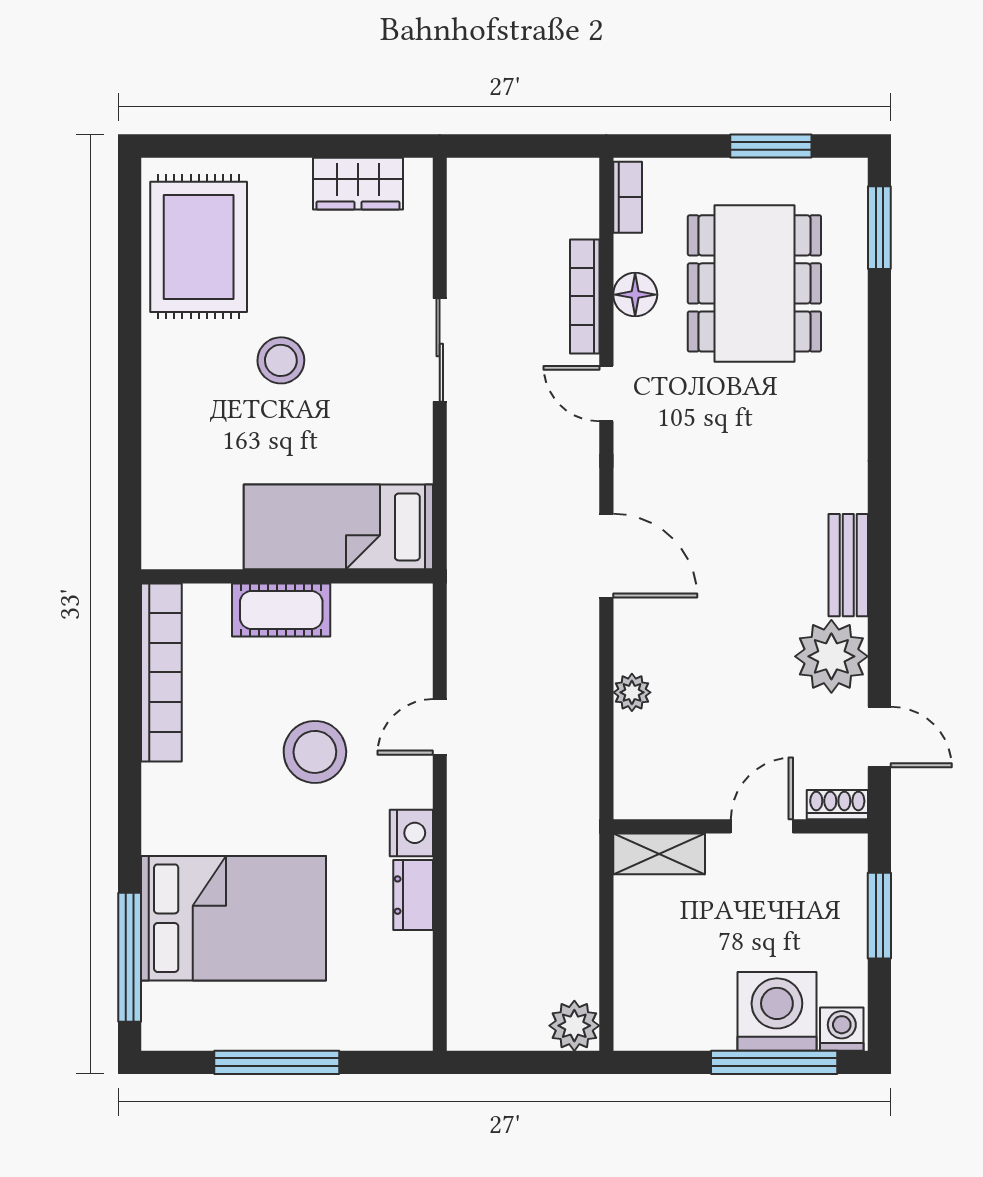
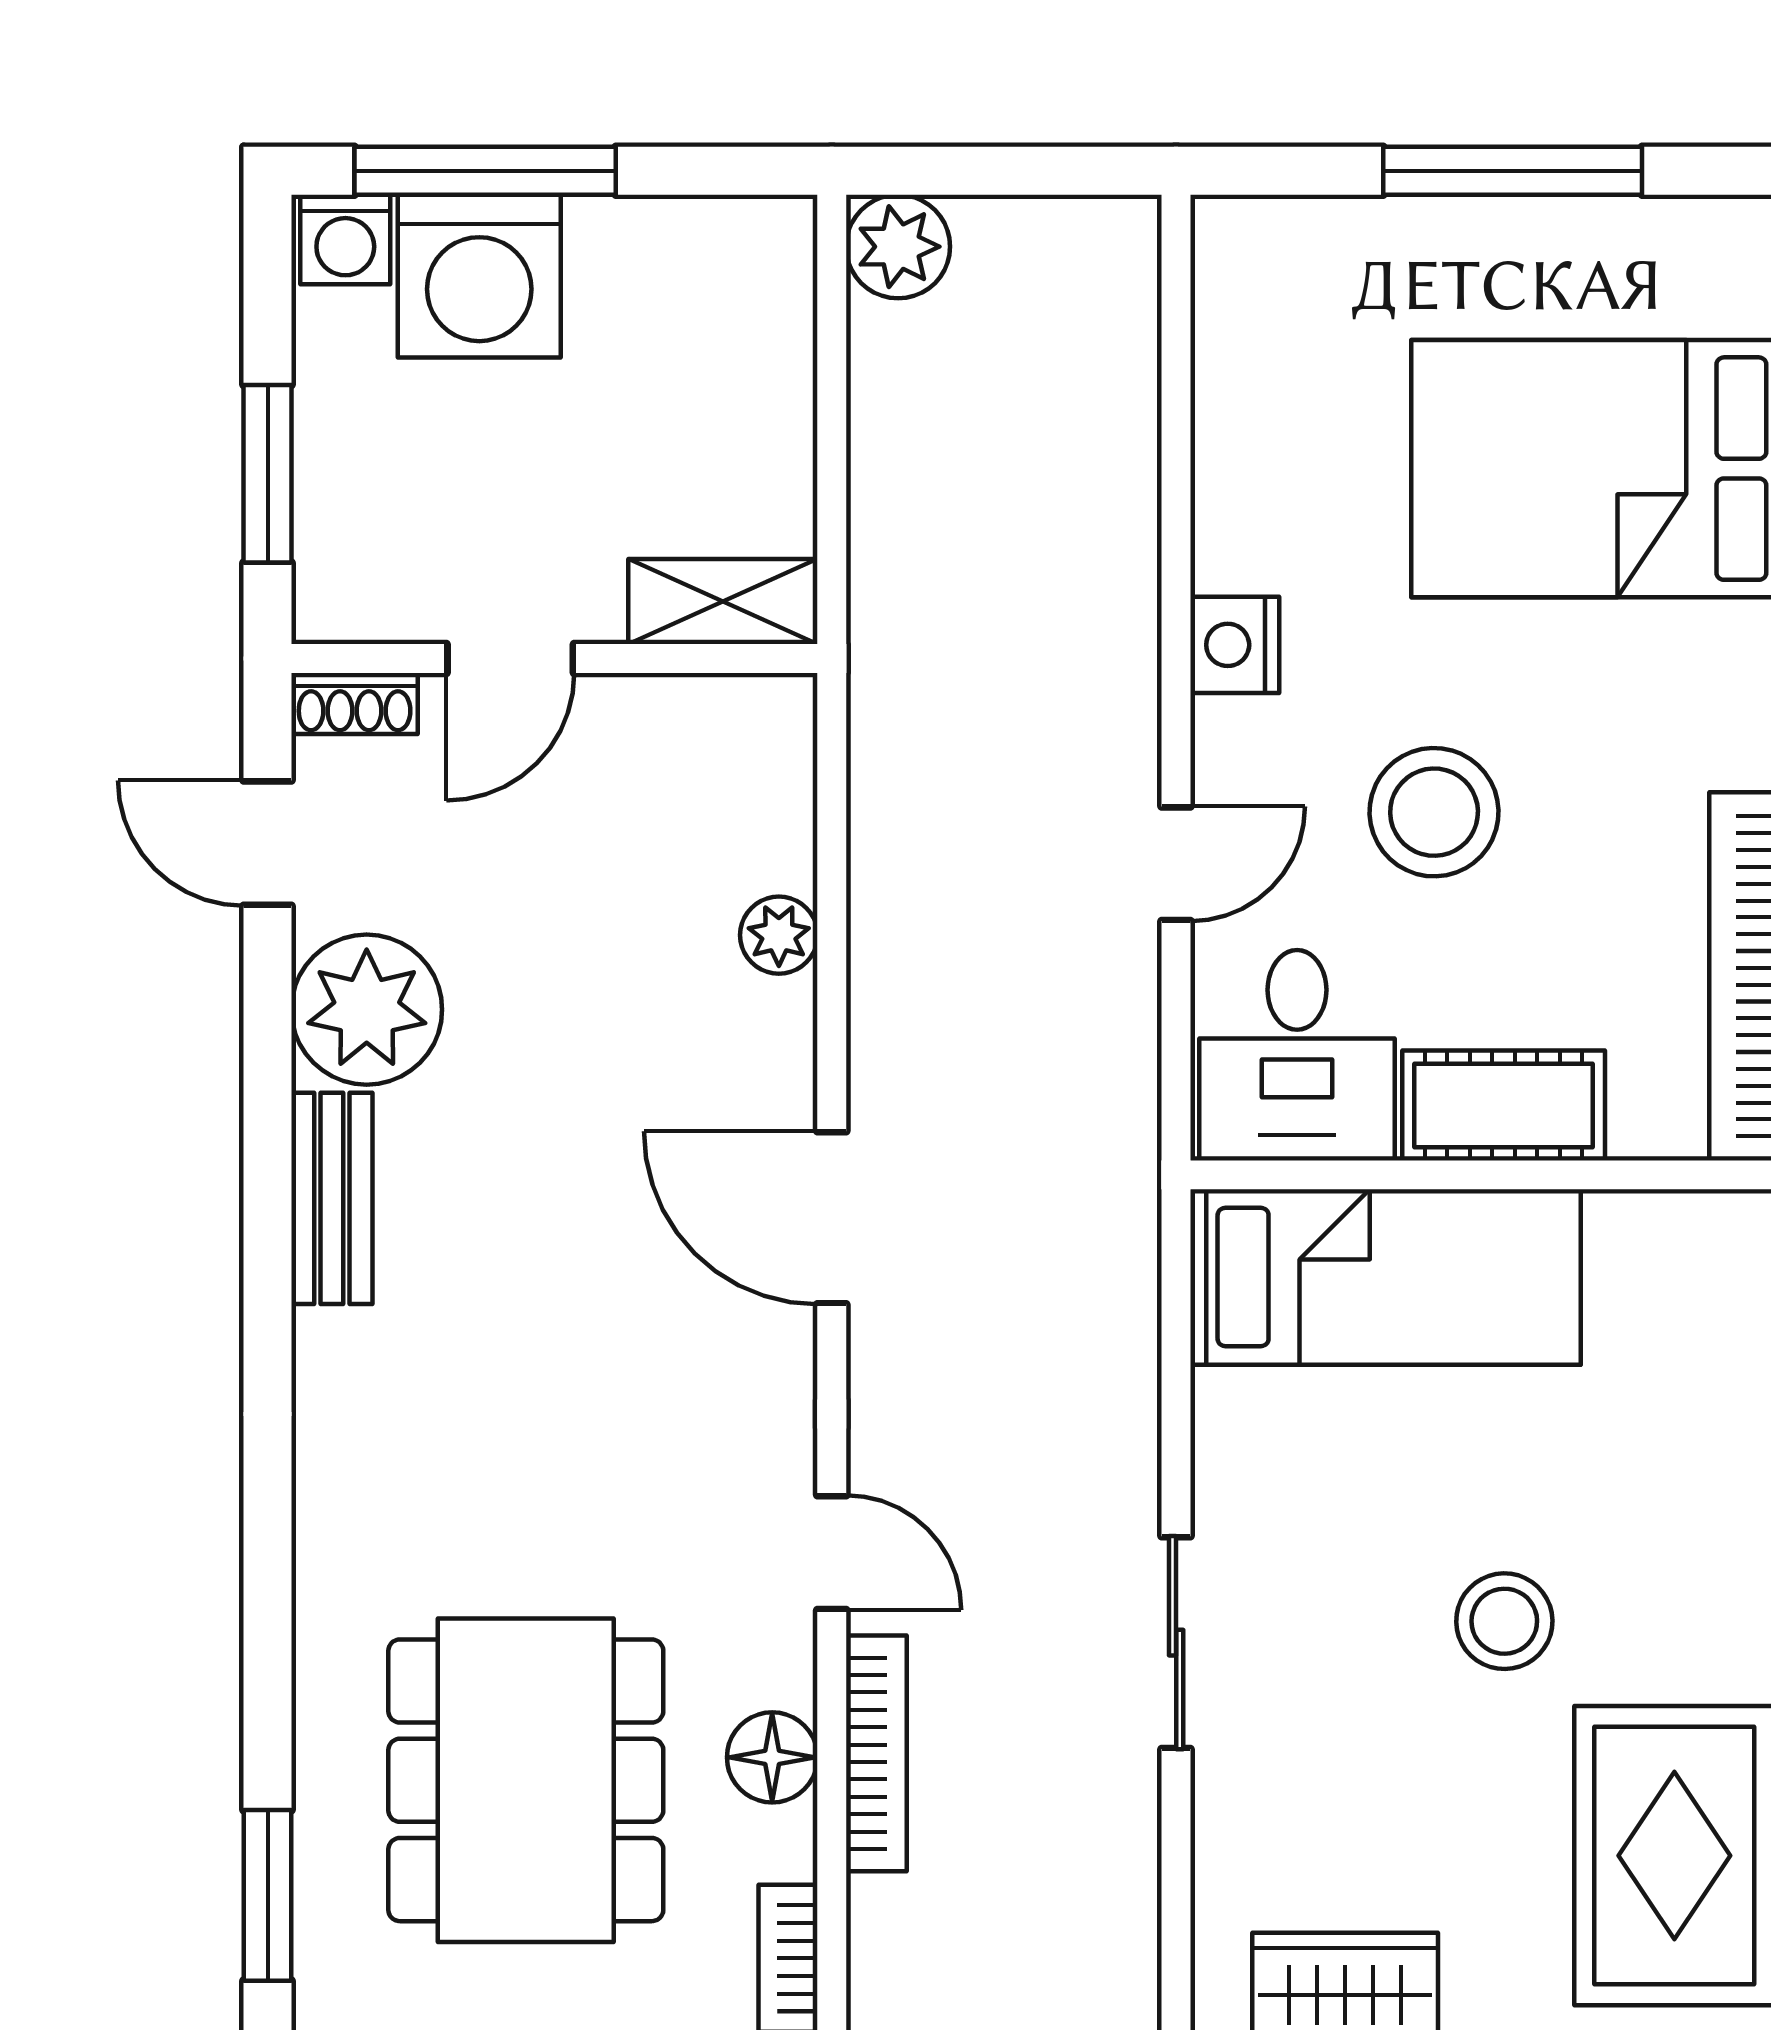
desk: (381, 634) -> (1297, 1055), added
dresser: (413, 895) -> (1231, 516), removed

